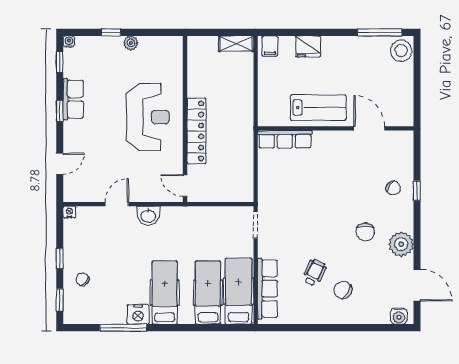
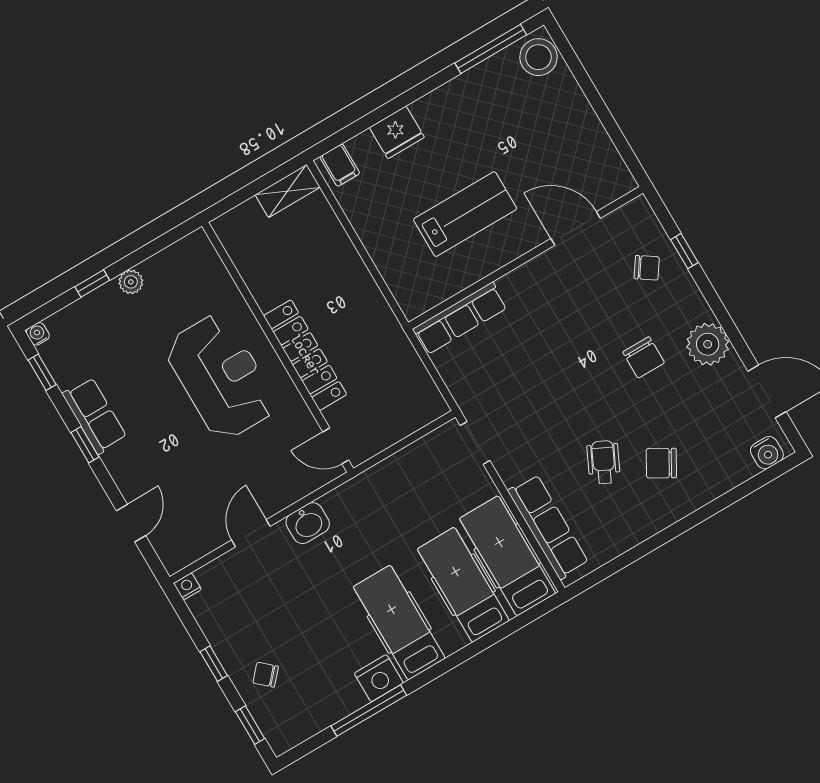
wall: (336, 128) -> (526, 258), moved
door: (369, 128) -> (576, 228), moved
row of seats: (285, 139) -> (460, 318), moved

